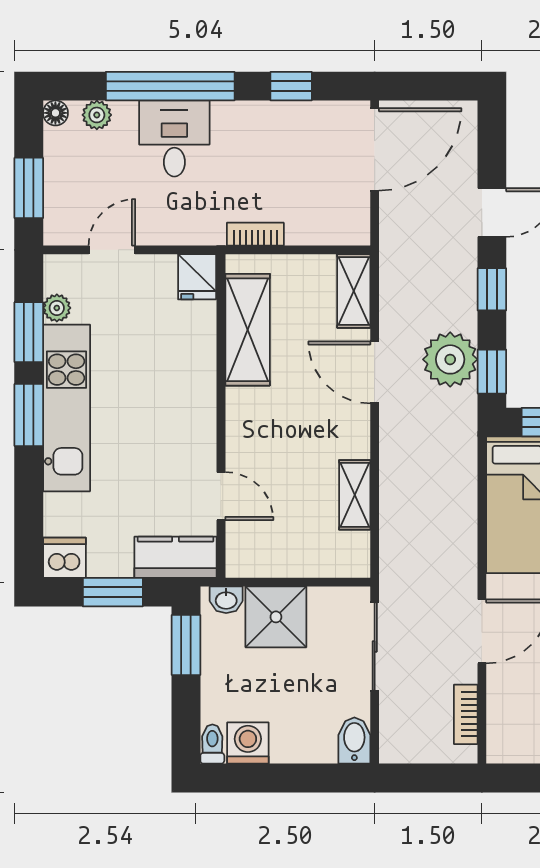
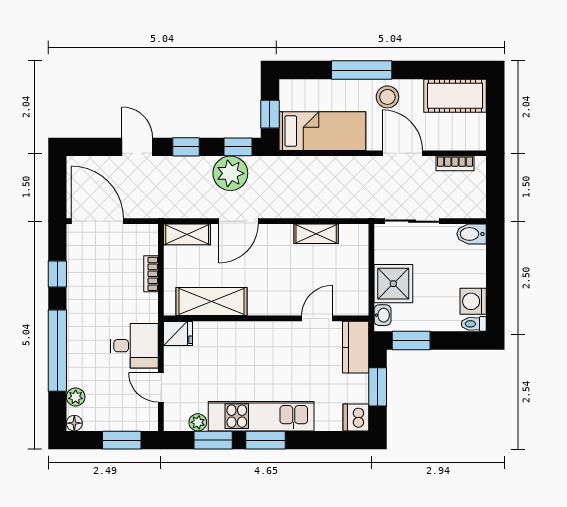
desk: (174, 138) -> (134, 346), moved, turned 180
bookcase: (255, 234) -> (151, 274), moved

